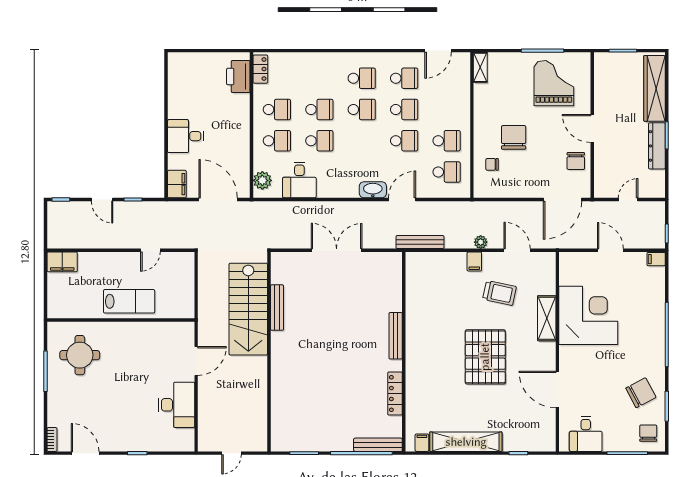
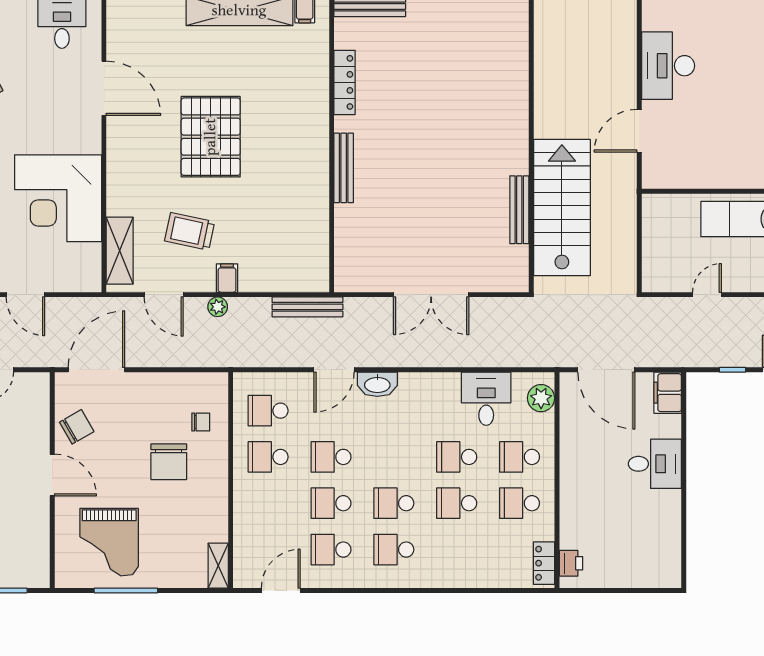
printer: (238, 77) -> (571, 563), width x0.53, depth x0.68
chair: (576, 161) -> (77, 427), turned 60
shelving: (547, 318) -> (120, 251), moved

